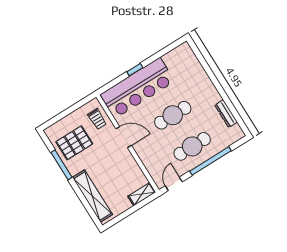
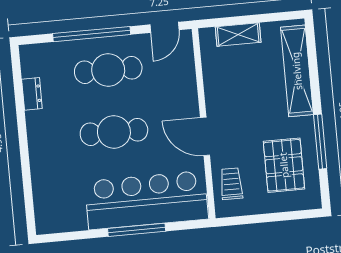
window: (135, 70) -> (137, 230), width x2.17
dresser: (226, 114) -> (32, 94), width x0.70
pallet: (74, 143) -> (284, 165), turned 90
shelving: (142, 194) -> (238, 35), moved

